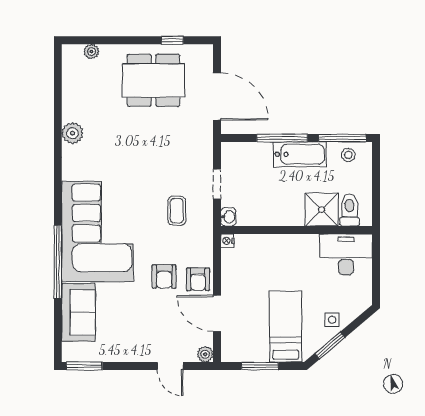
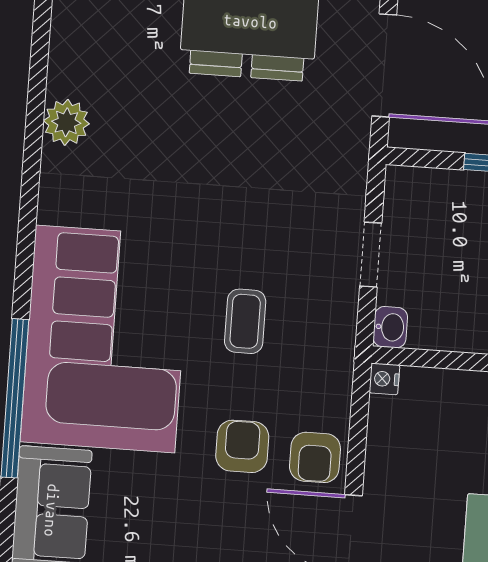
coffee table: (177, 211) -> (245, 321), moved
armchair: (164, 277) -> (242, 446), turned 180

